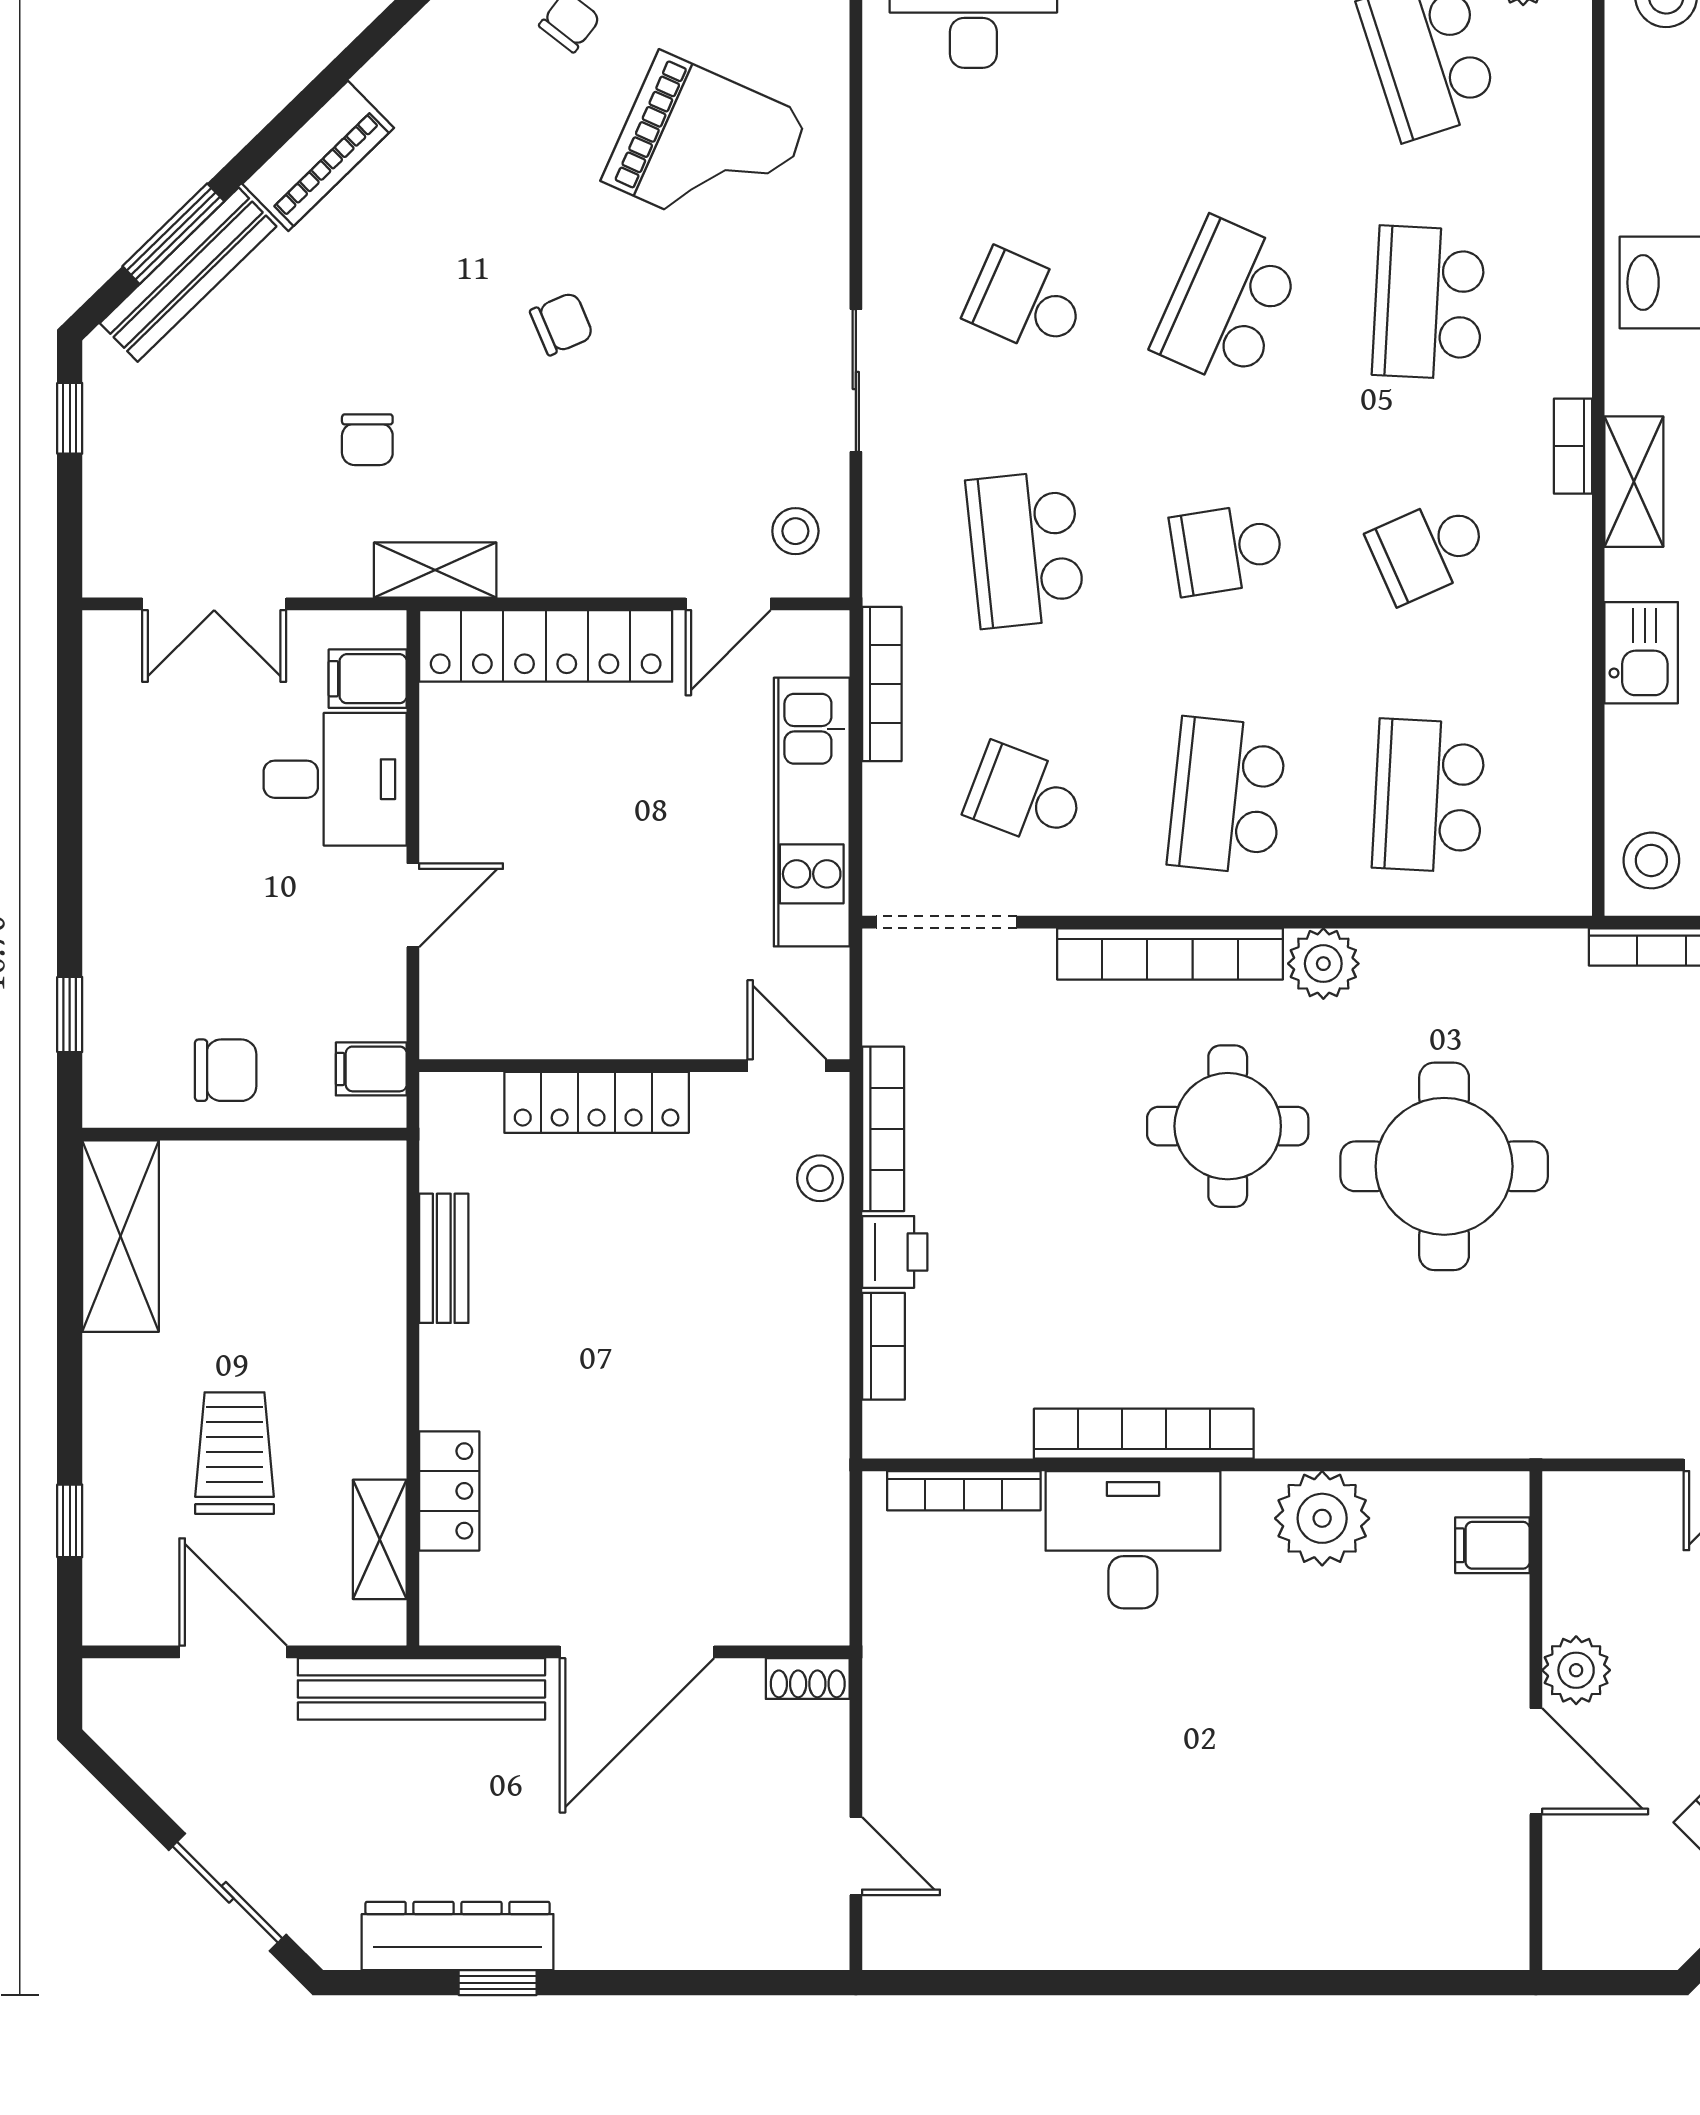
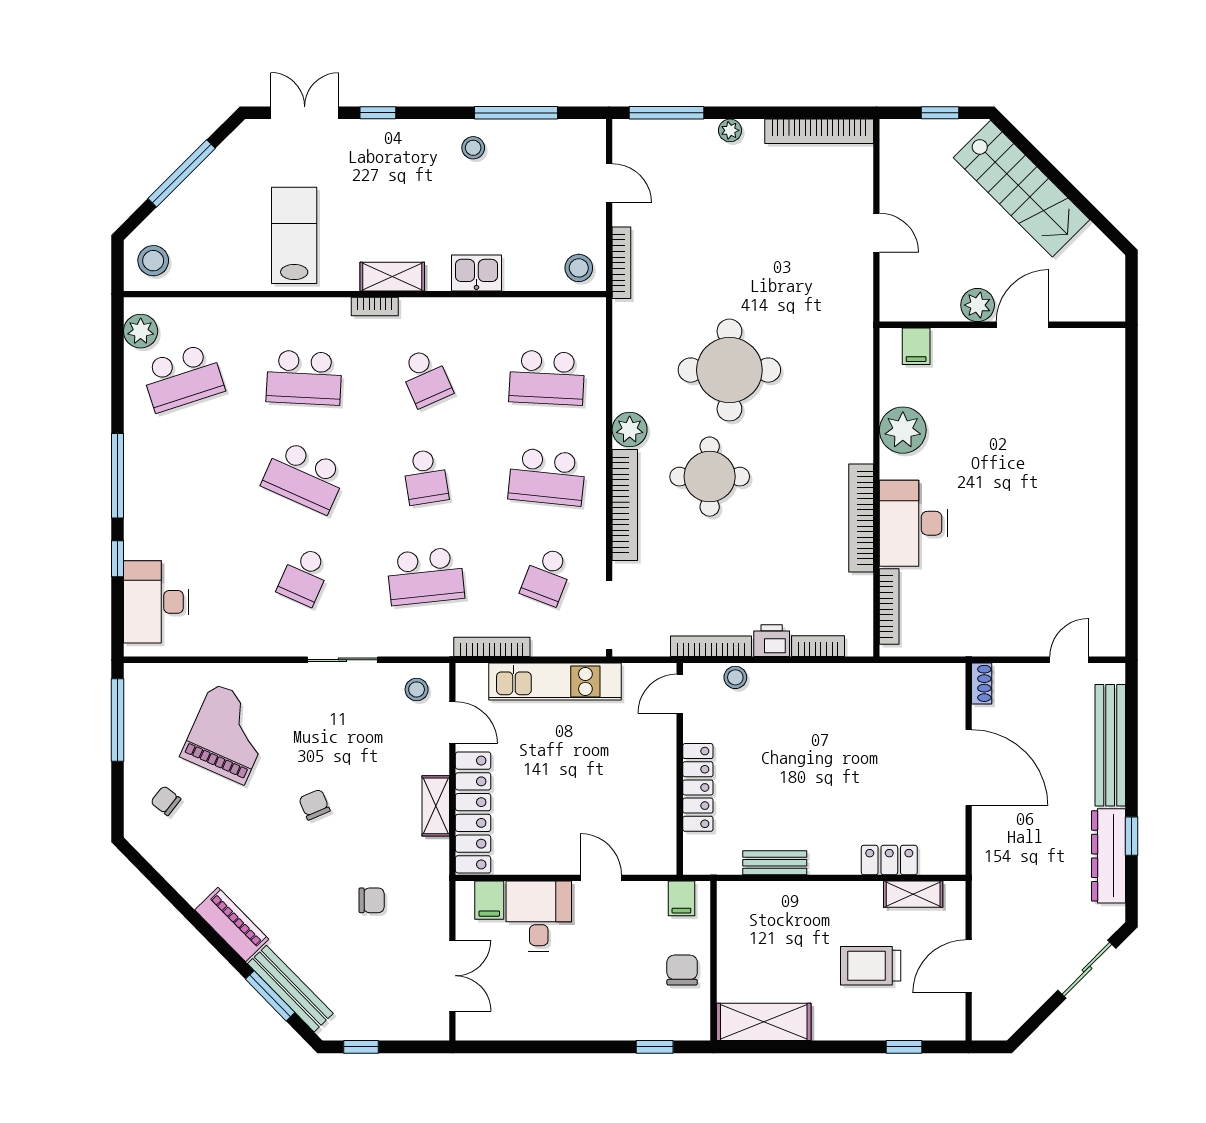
shelving: (435, 570) -> (436, 806), moved
bench: (421, 1689) -> (1110, 745), moved

